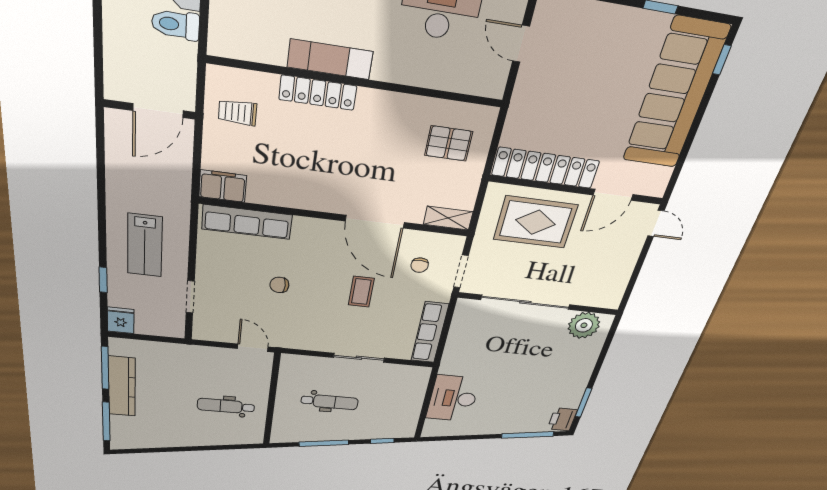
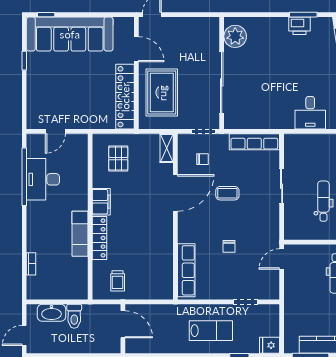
filing cabinet: (223, 186) -> (101, 202), moved, turned 180
desk: (453, 398) -> (310, 113), width x0.73
printer: (562, 419) -> (299, 26), moved

